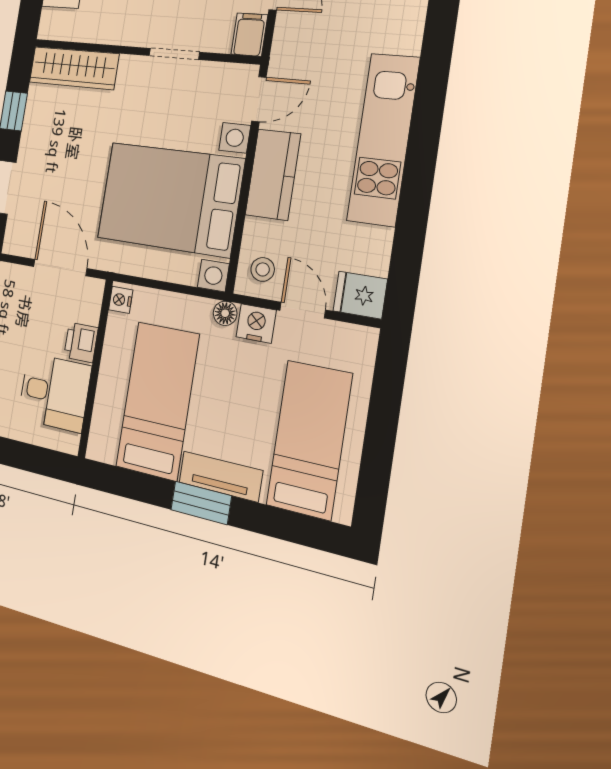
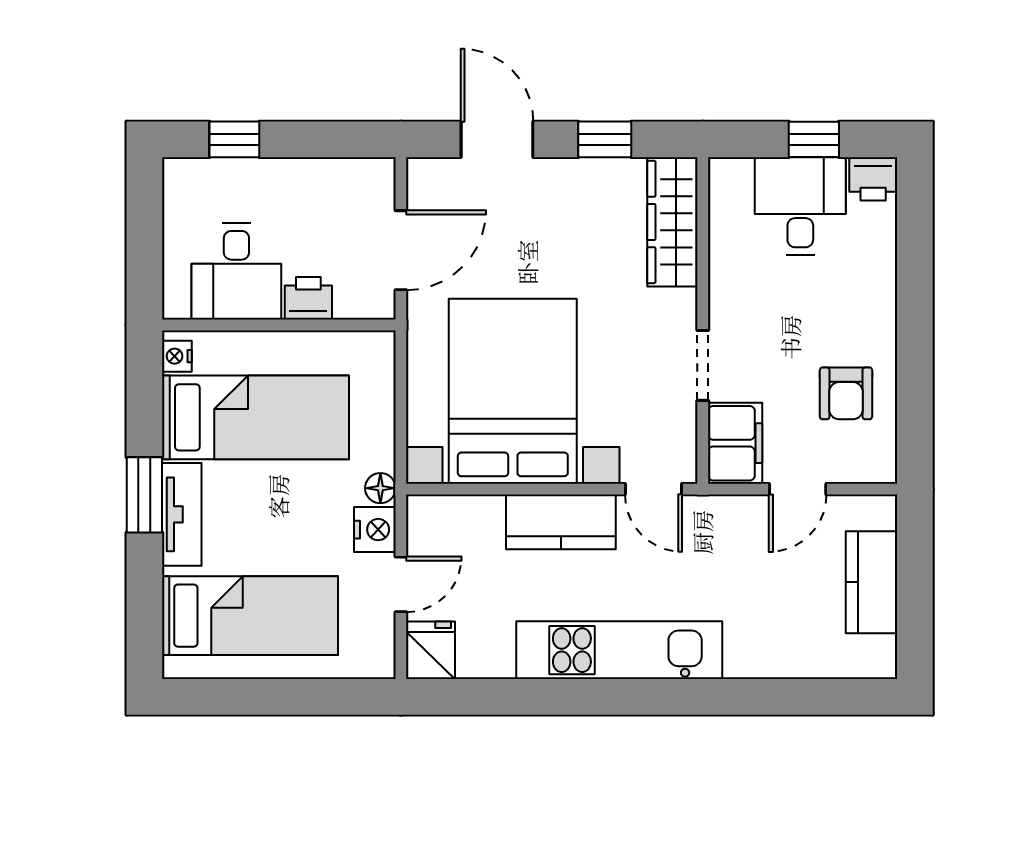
filing cabinet: (249, 35) -> (735, 443), width x2.00
stool: (263, 269) -> (442, 527), removed
nightstand: (121, 300) -> (177, 356), moved, turned -90

